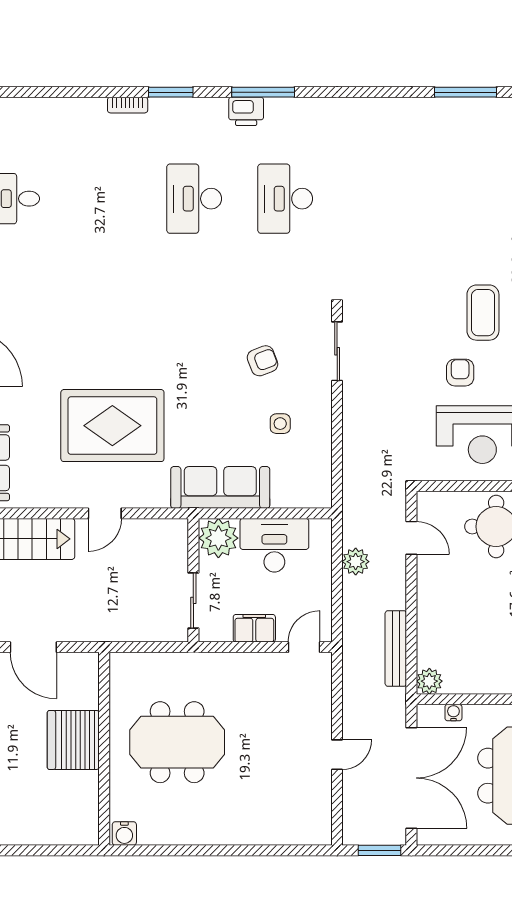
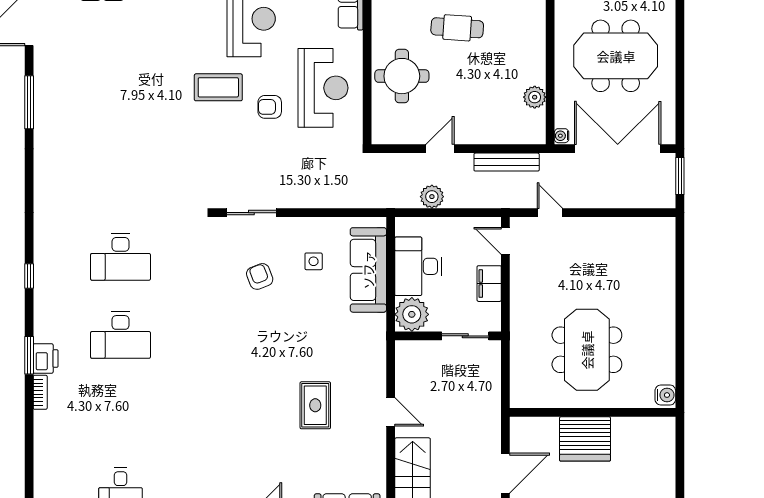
window: (263, 92) -> (29, 276), width x0.46
printer: (246, 111) -> (46, 359), moved
rug: (112, 426) -> (315, 405), width x0.54, depth x0.49
sofa: (220, 487) -> (368, 270), moved
door: (411, 538) -> (440, 149), moved
plant: (429, 681) -> (535, 97), moved
water cooler: (453, 713) -> (562, 136), moved
door: (337, 755) -> (550, 213), moved

